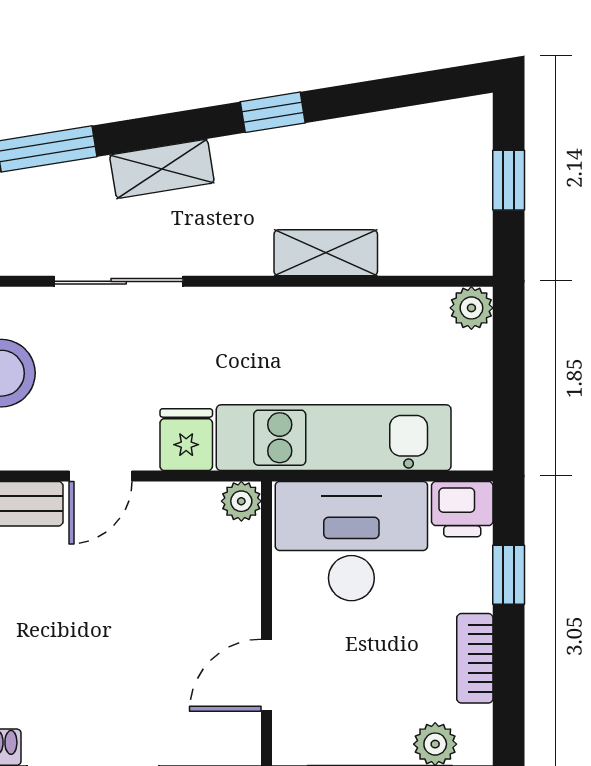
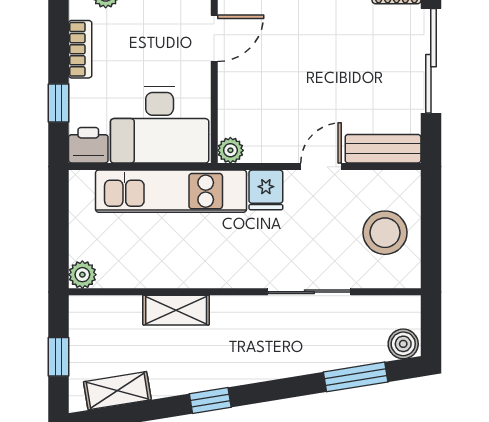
shelving: (162, 169) -> (117, 391), moved

